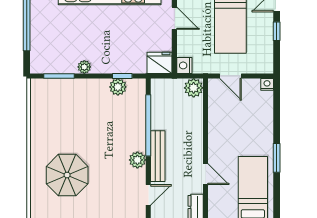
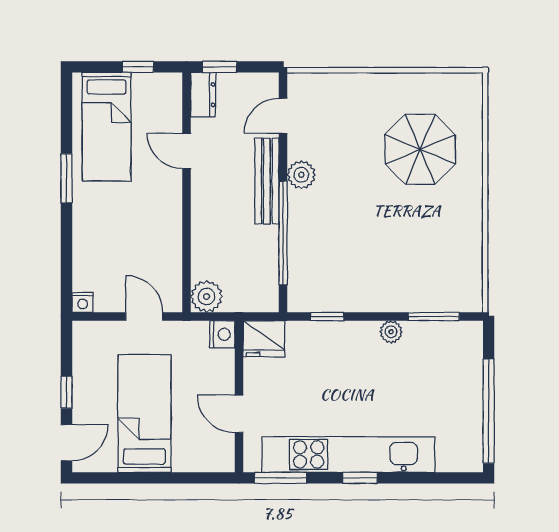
plant: (118, 87) -> (334, 298), removed

